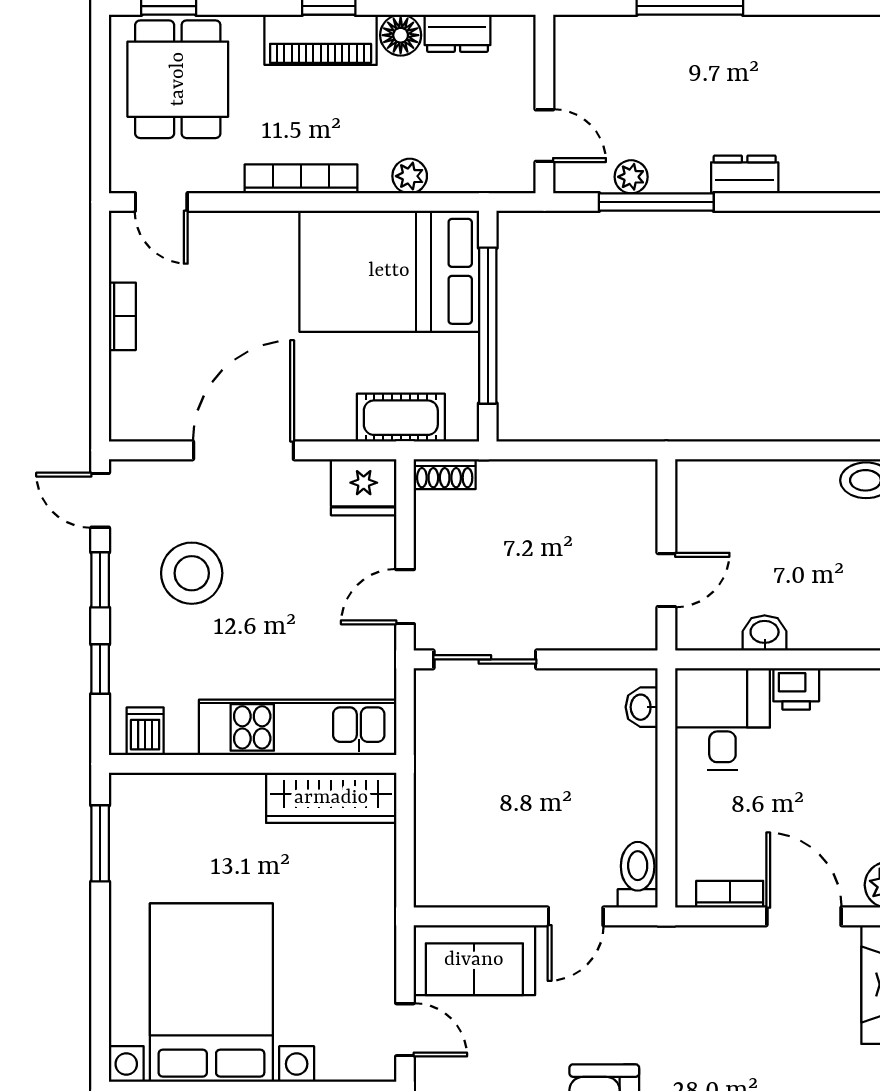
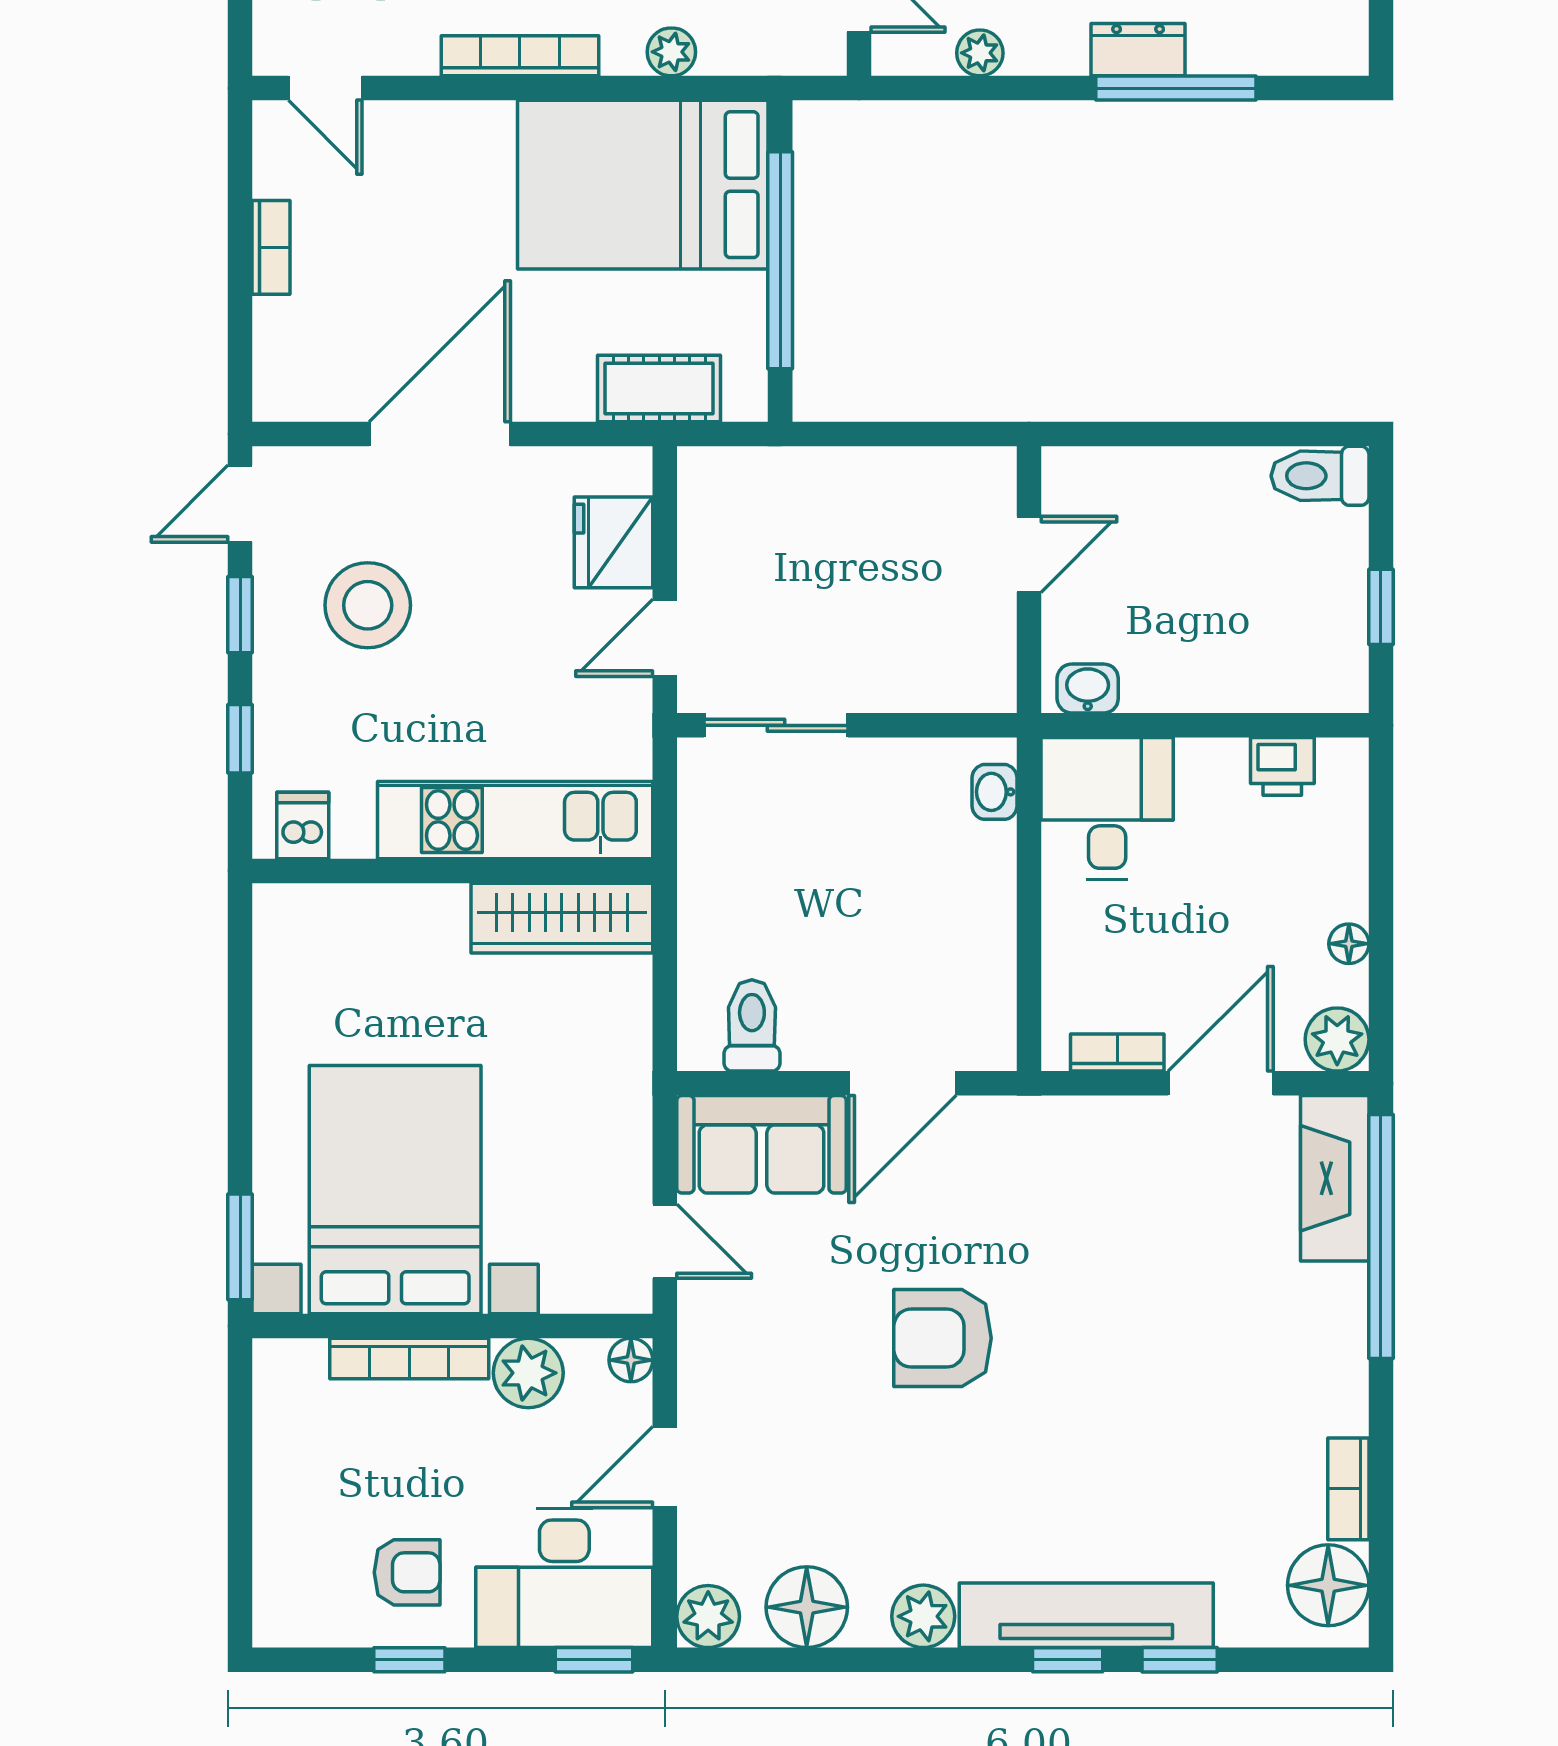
window: (656, 202) -> (1176, 88), moved
shoe rack: (445, 474) -> (720, 467), removed
fridge: (364, 487) -> (614, 542), moved, turned 90
door: (100, 500) -> (240, 504), hinge flipped
door: (666, 580) -> (1029, 554), moved
washbasin: (765, 633) -> (1088, 689), moved
printer: (796, 689) -> (1282, 766), moved
window: (100, 843) -> (240, 1247), moved
toilet: (638, 875) -> (752, 1025), moved
door: (576, 916) -> (903, 1083), width x1.38
door: (804, 916) -> (1221, 1083), hinge flipped

